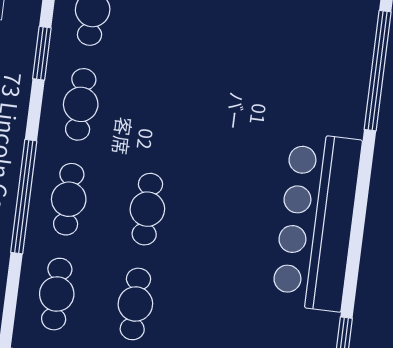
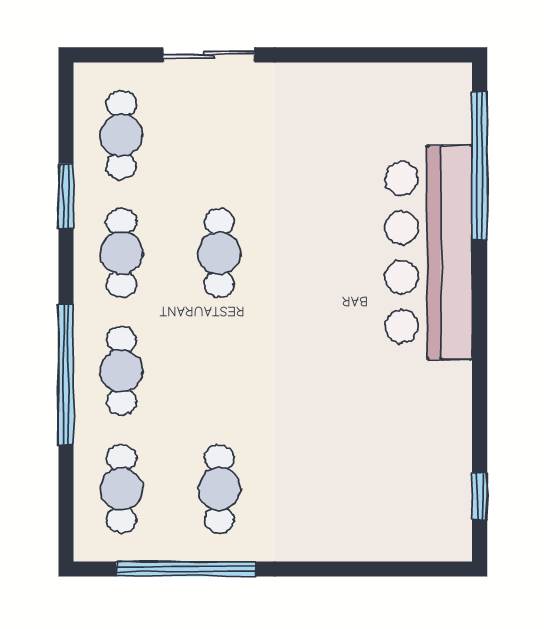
cafe table: (147, 209) -> (219, 253), moved
bar counter: (317, 222) -> (428, 252), moved

